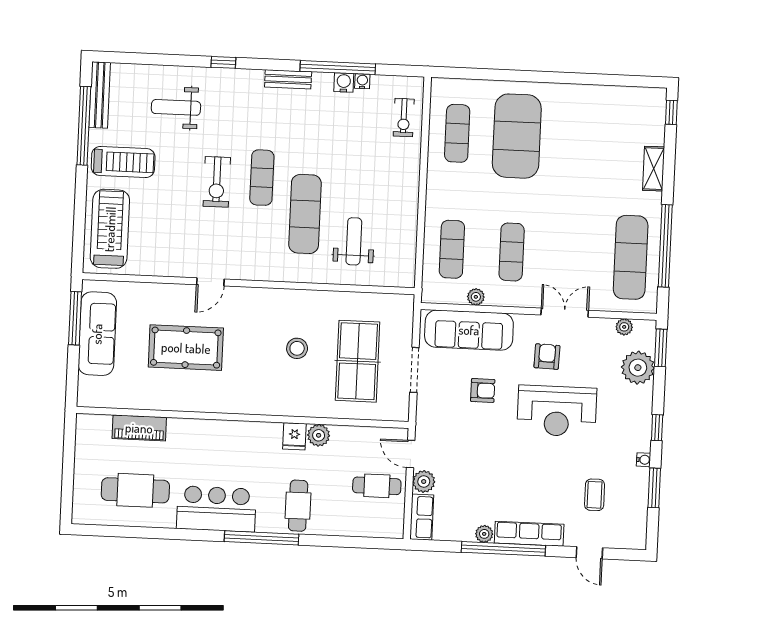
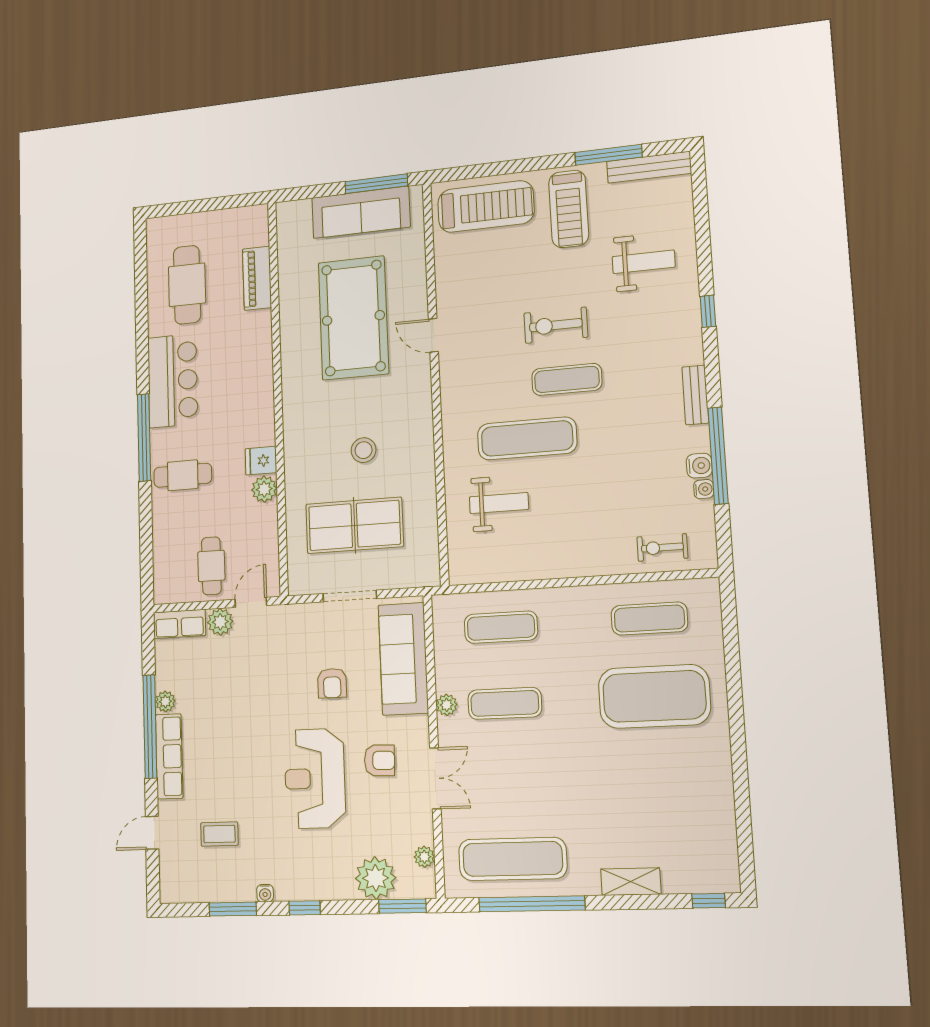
weight bench: (176, 107) -> (644, 262), turned 90
window: (84, 126) -> (608, 155), width x0.68
plant: (476, 297) -> (447, 705), moved
pool table: (186, 348) -> (353, 318), width x1.36, depth x1.32

